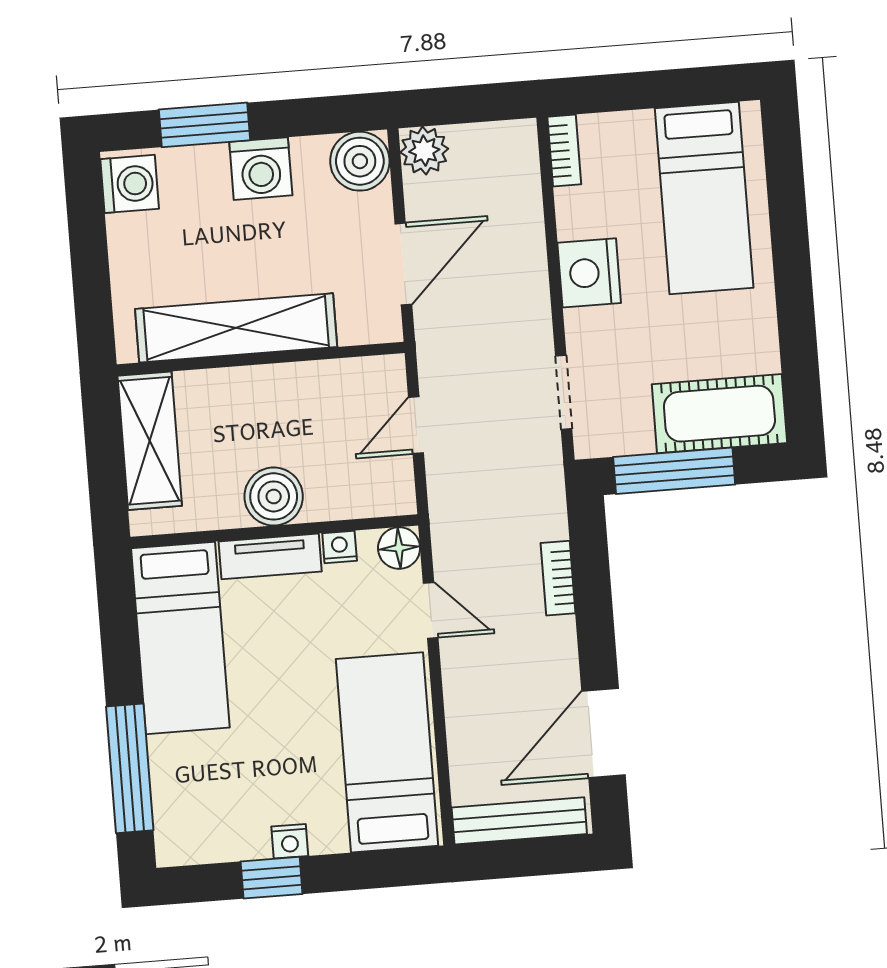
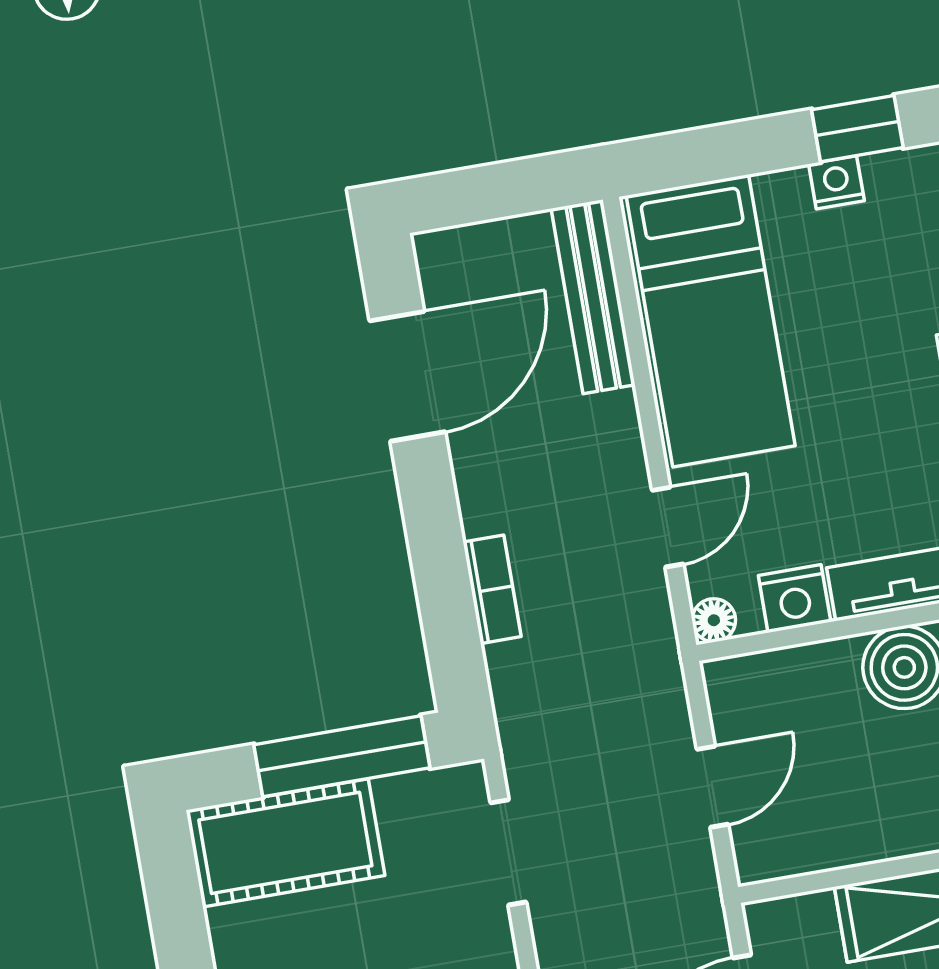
nightstand: (340, 547) -> (795, 599), width x1.39, depth x1.35
floor lamp: (399, 548) -> (714, 620), width x0.73, depth x0.73
door: (431, 610) -> (668, 527), swing flipped
bench: (519, 821) -> (593, 297), moved, turned 90

